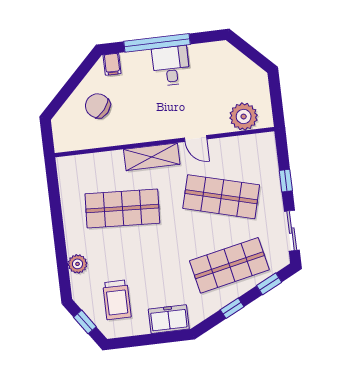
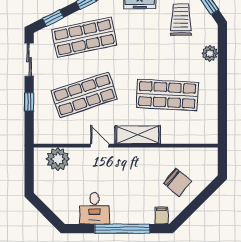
desk: (171, 66) -> (94, 208), moved
shop shelf: (221, 197) -> (84, 95), turned -33

